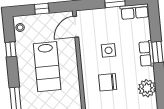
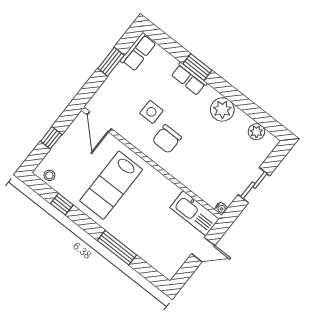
lab bench: (47, 67) -> (111, 185), turned 90
chair: (108, 82) -> (167, 139), moved

